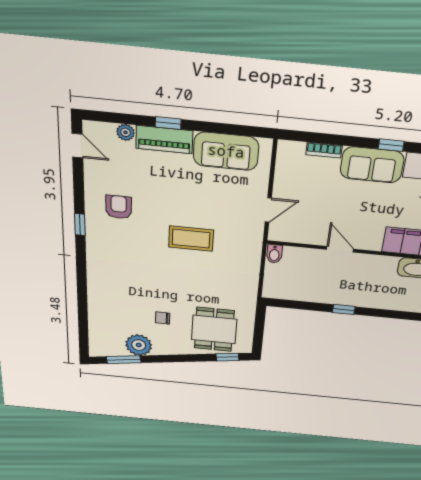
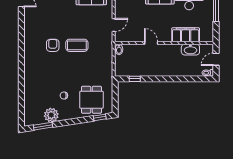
armchair: (119, 207) -> (53, 45), moved
window: (80, 225) -> (21, 43), removed
window: (344, 309) -> (135, 79), moved

